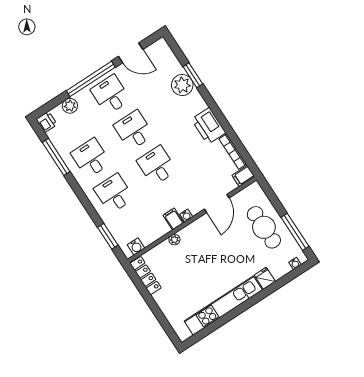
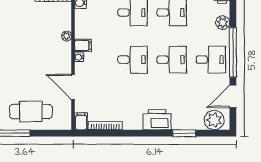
plant: (182, 85) -> (214, 120), moved
printer: (209, 126) -> (157, 120), moved

